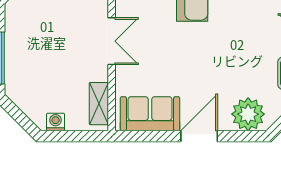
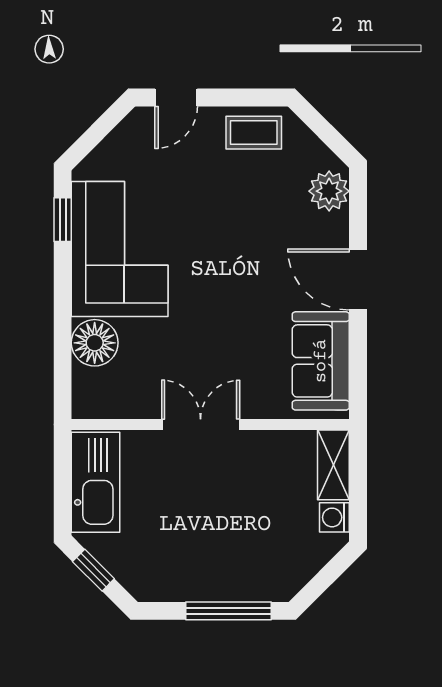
shelving: (99, 104) -> (333, 465), moved, turned 90
plant: (248, 114) -> (329, 191), width x0.73, depth x0.73

